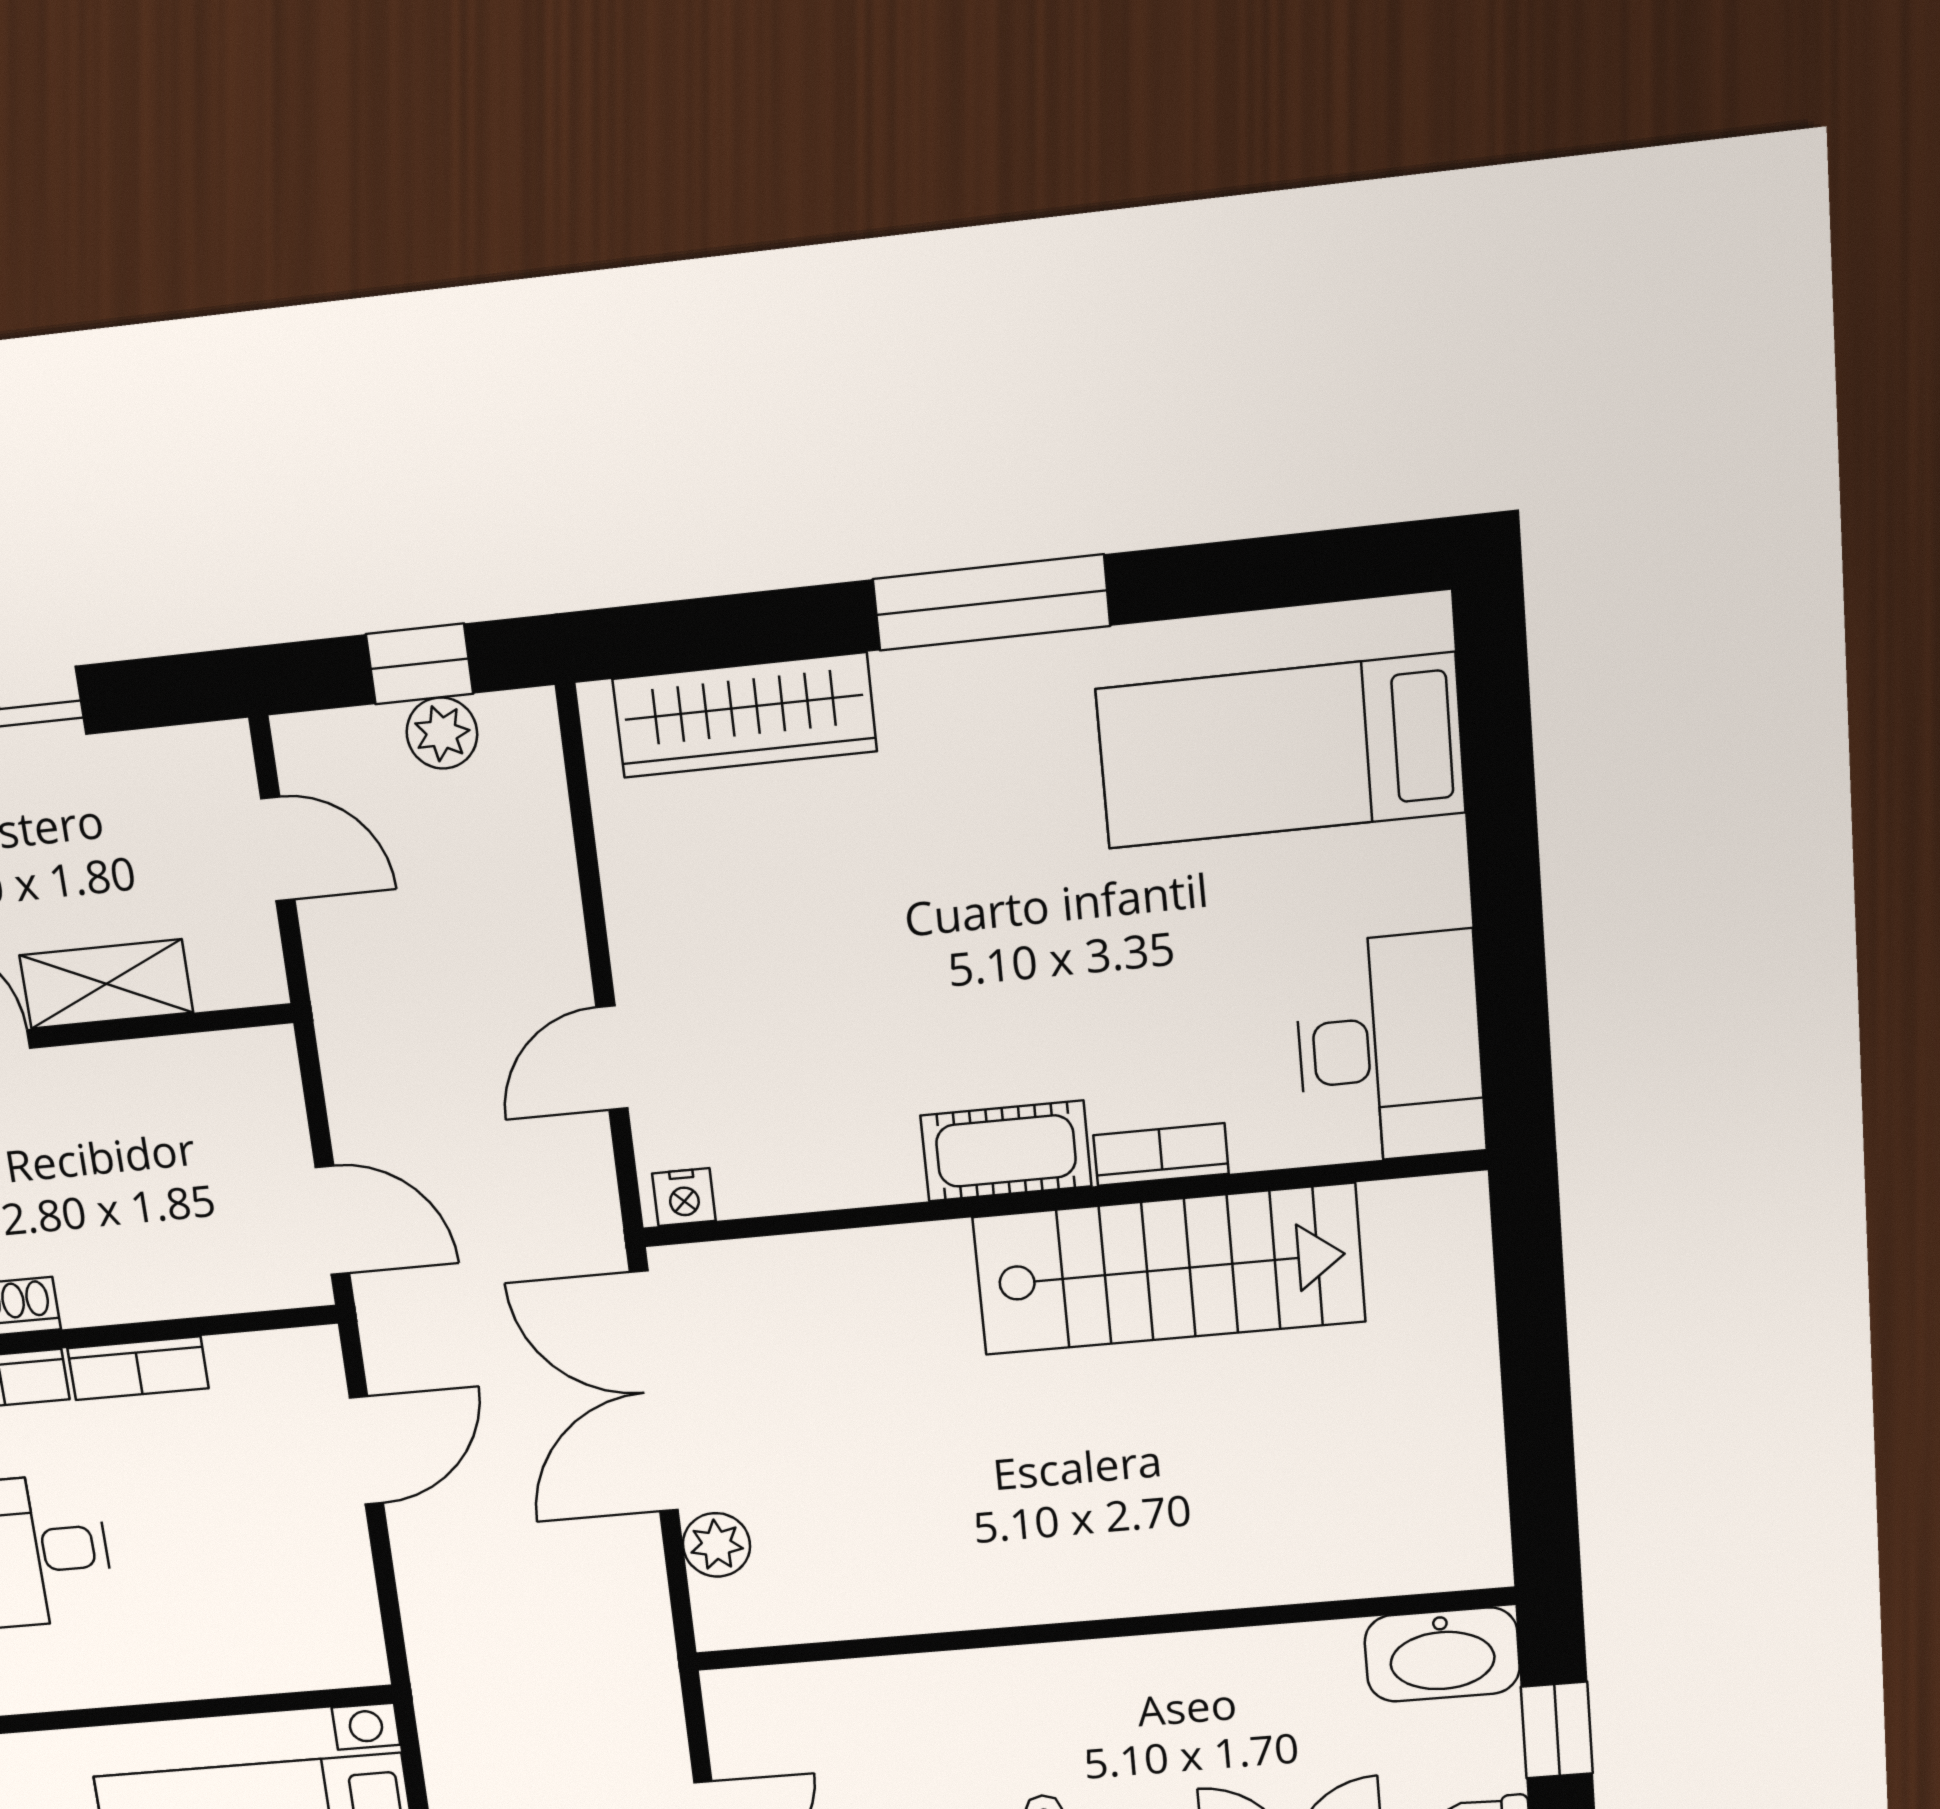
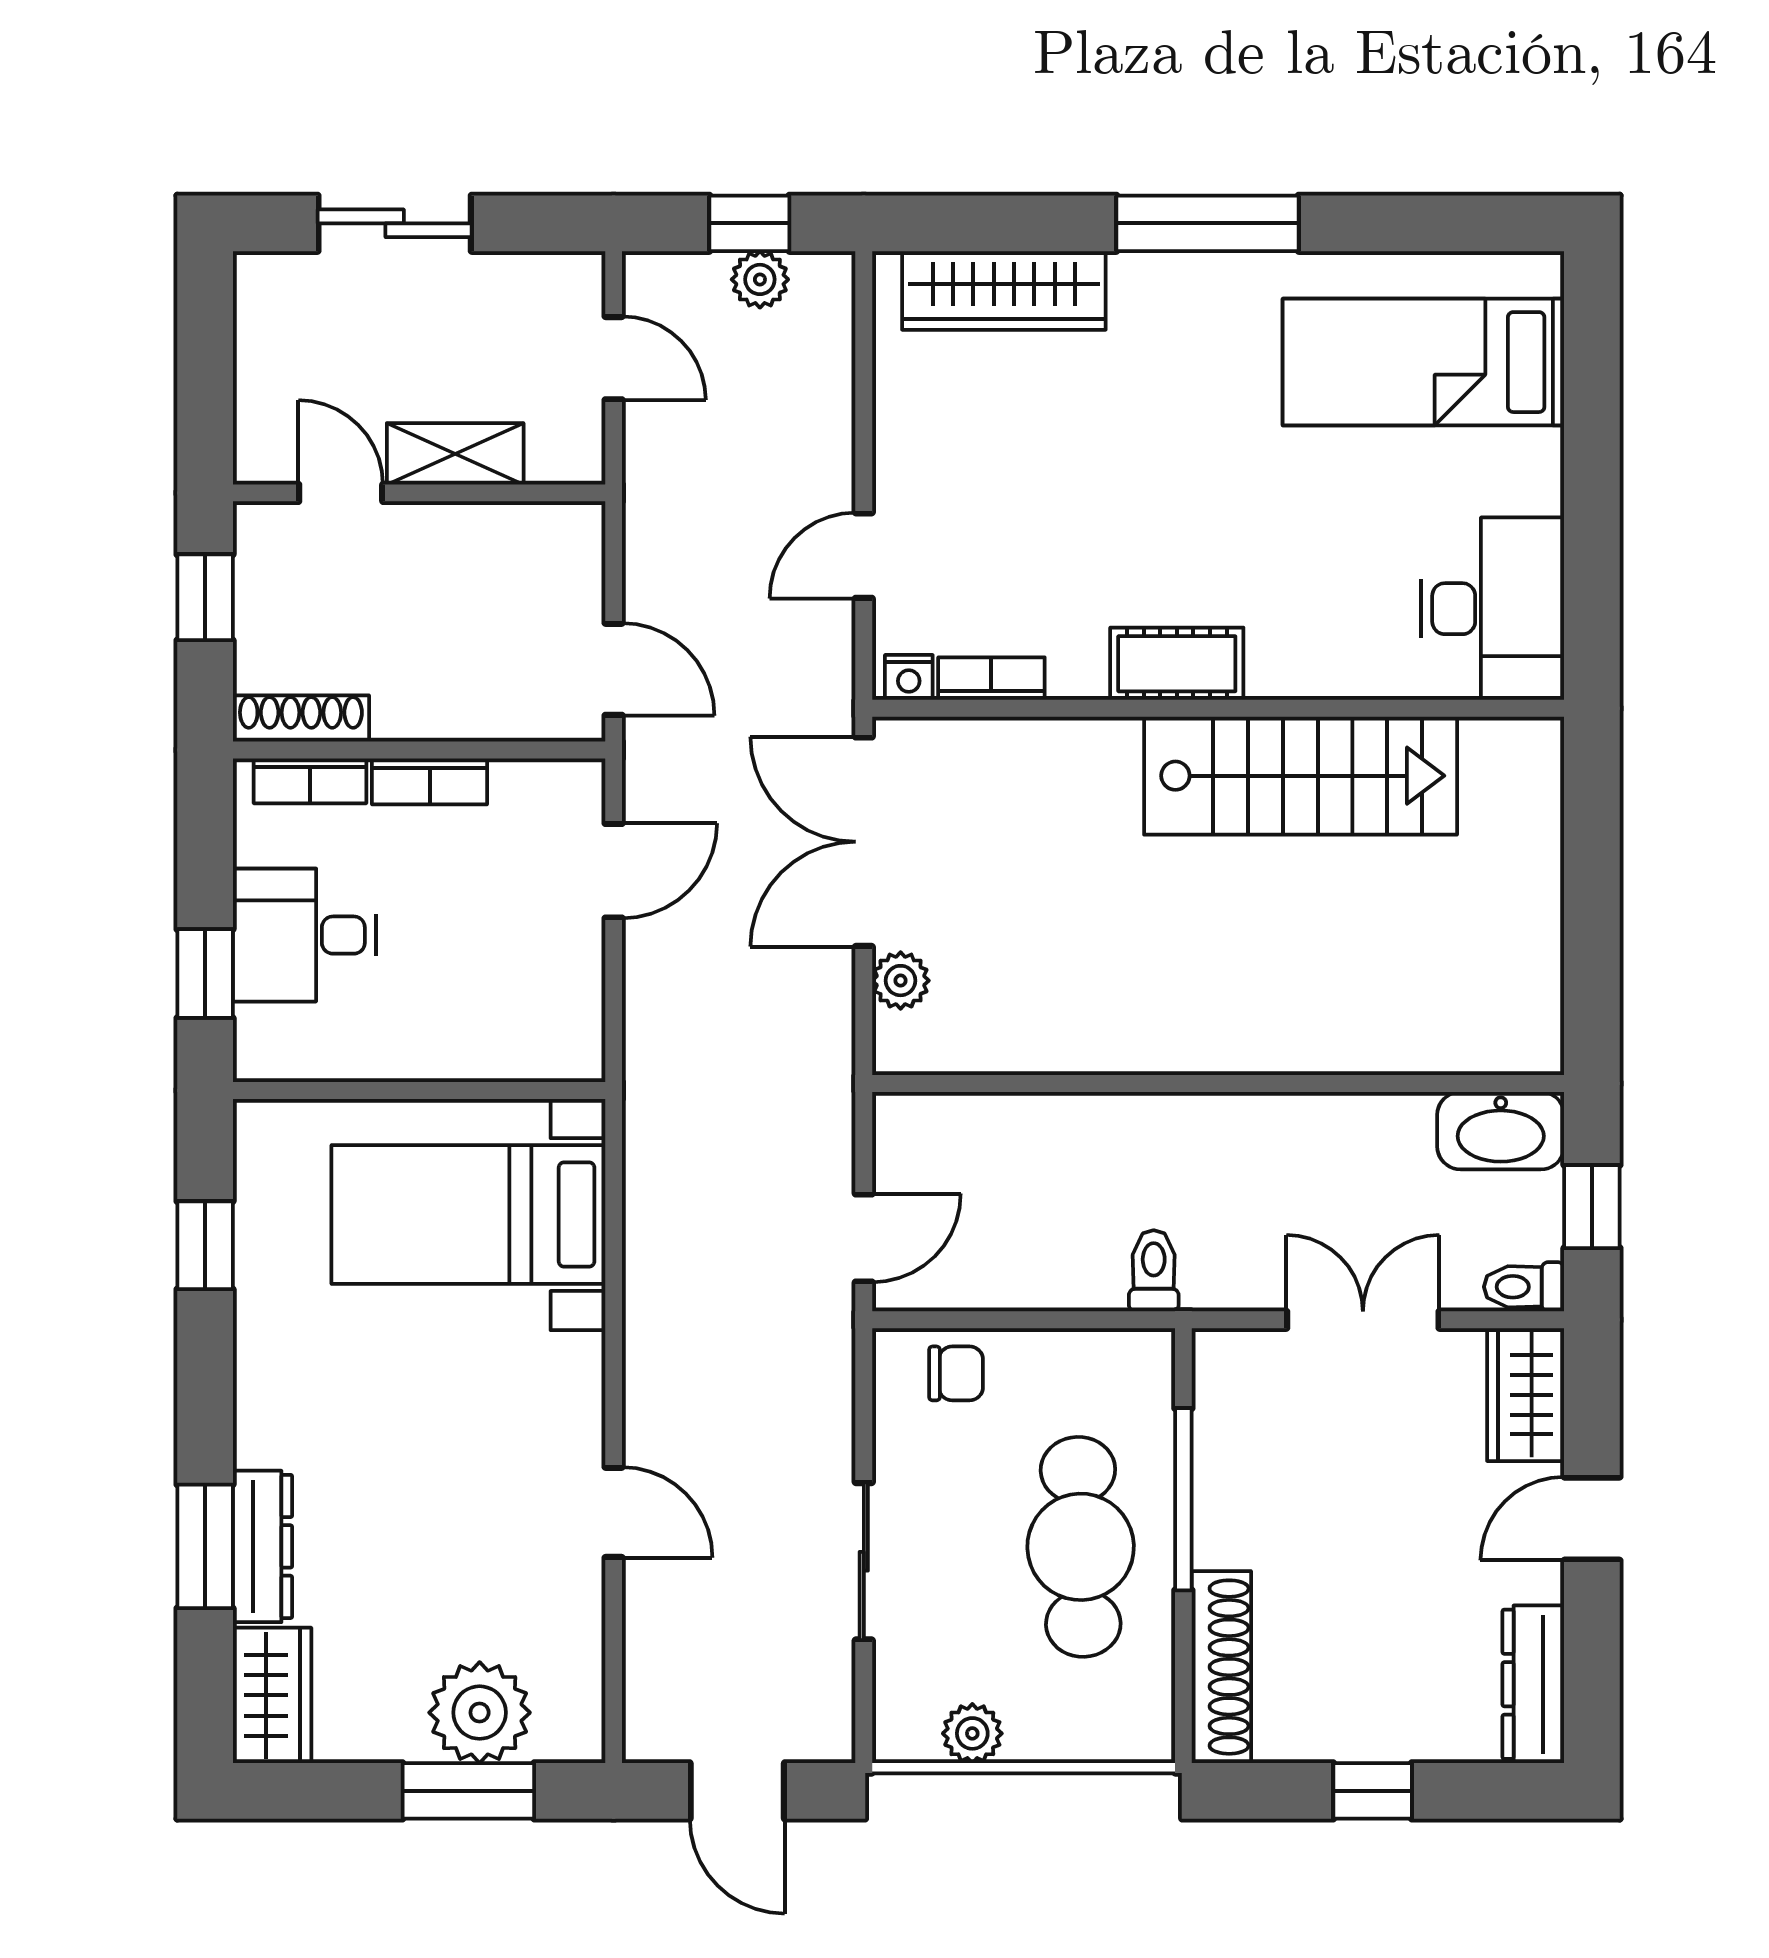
bookcase: (1161, 1154) -> (991, 679), moved

